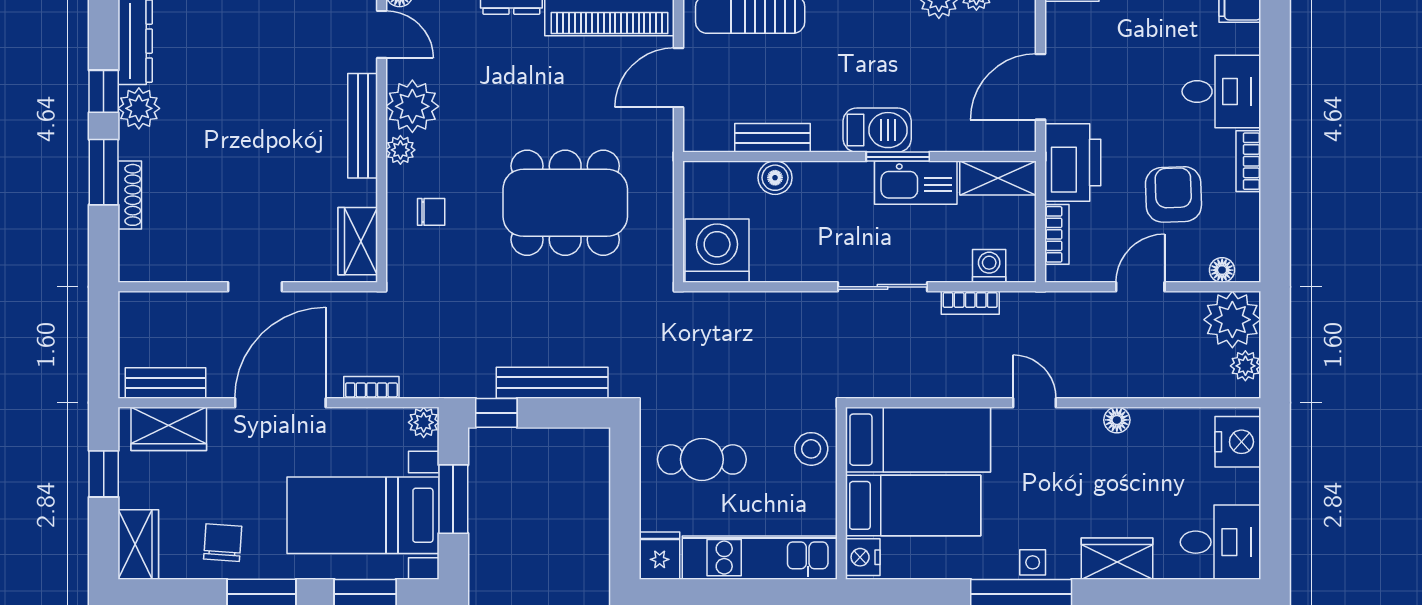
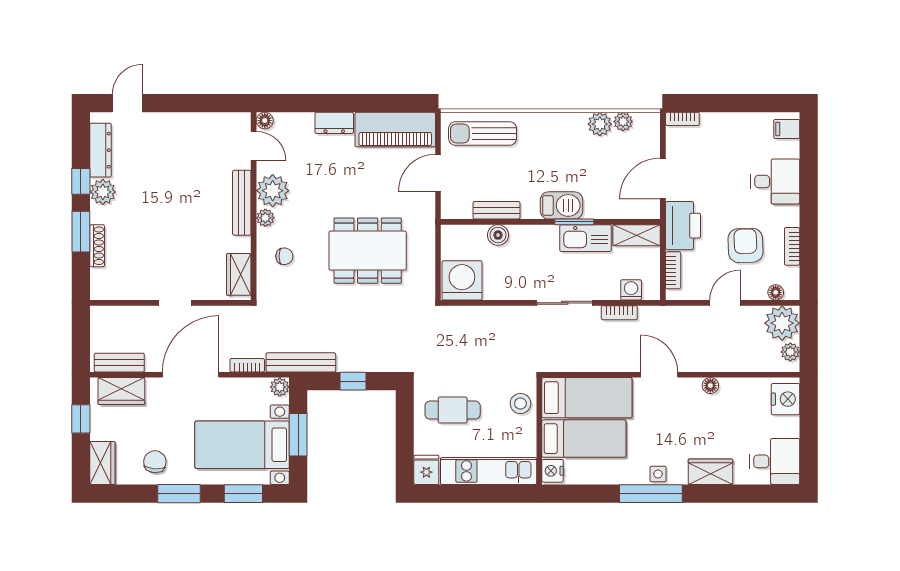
bookcase: (1248, 161) -> (792, 246), moved
bench: (552, 383) -> (301, 362), moved
door: (1035, 403) -> (659, 375), width x1.38
window: (496, 413) -> (353, 381), moved

